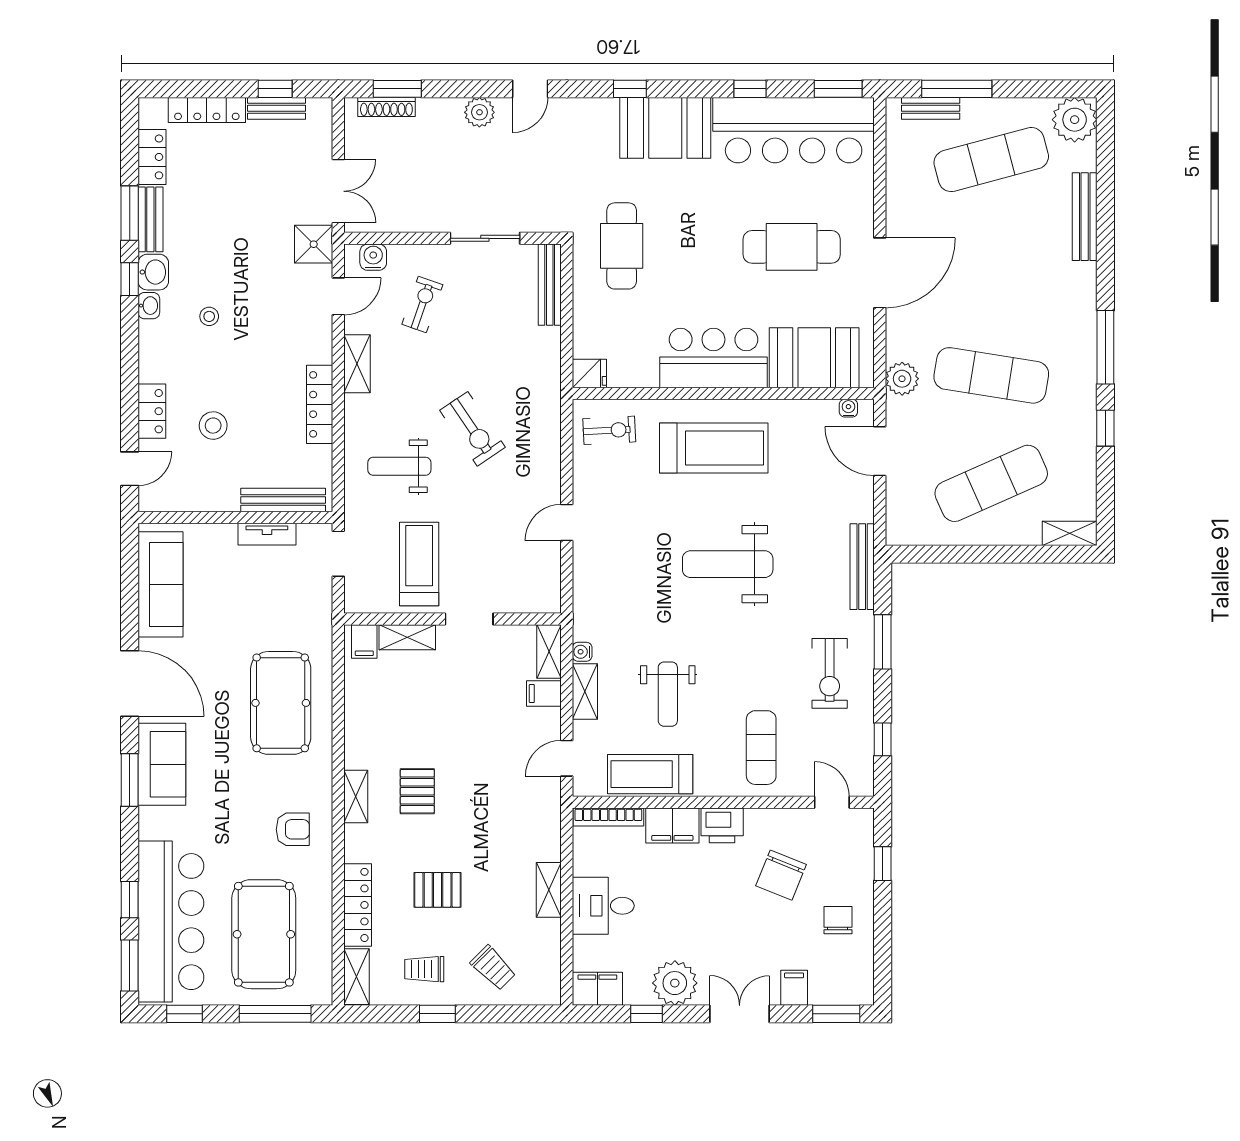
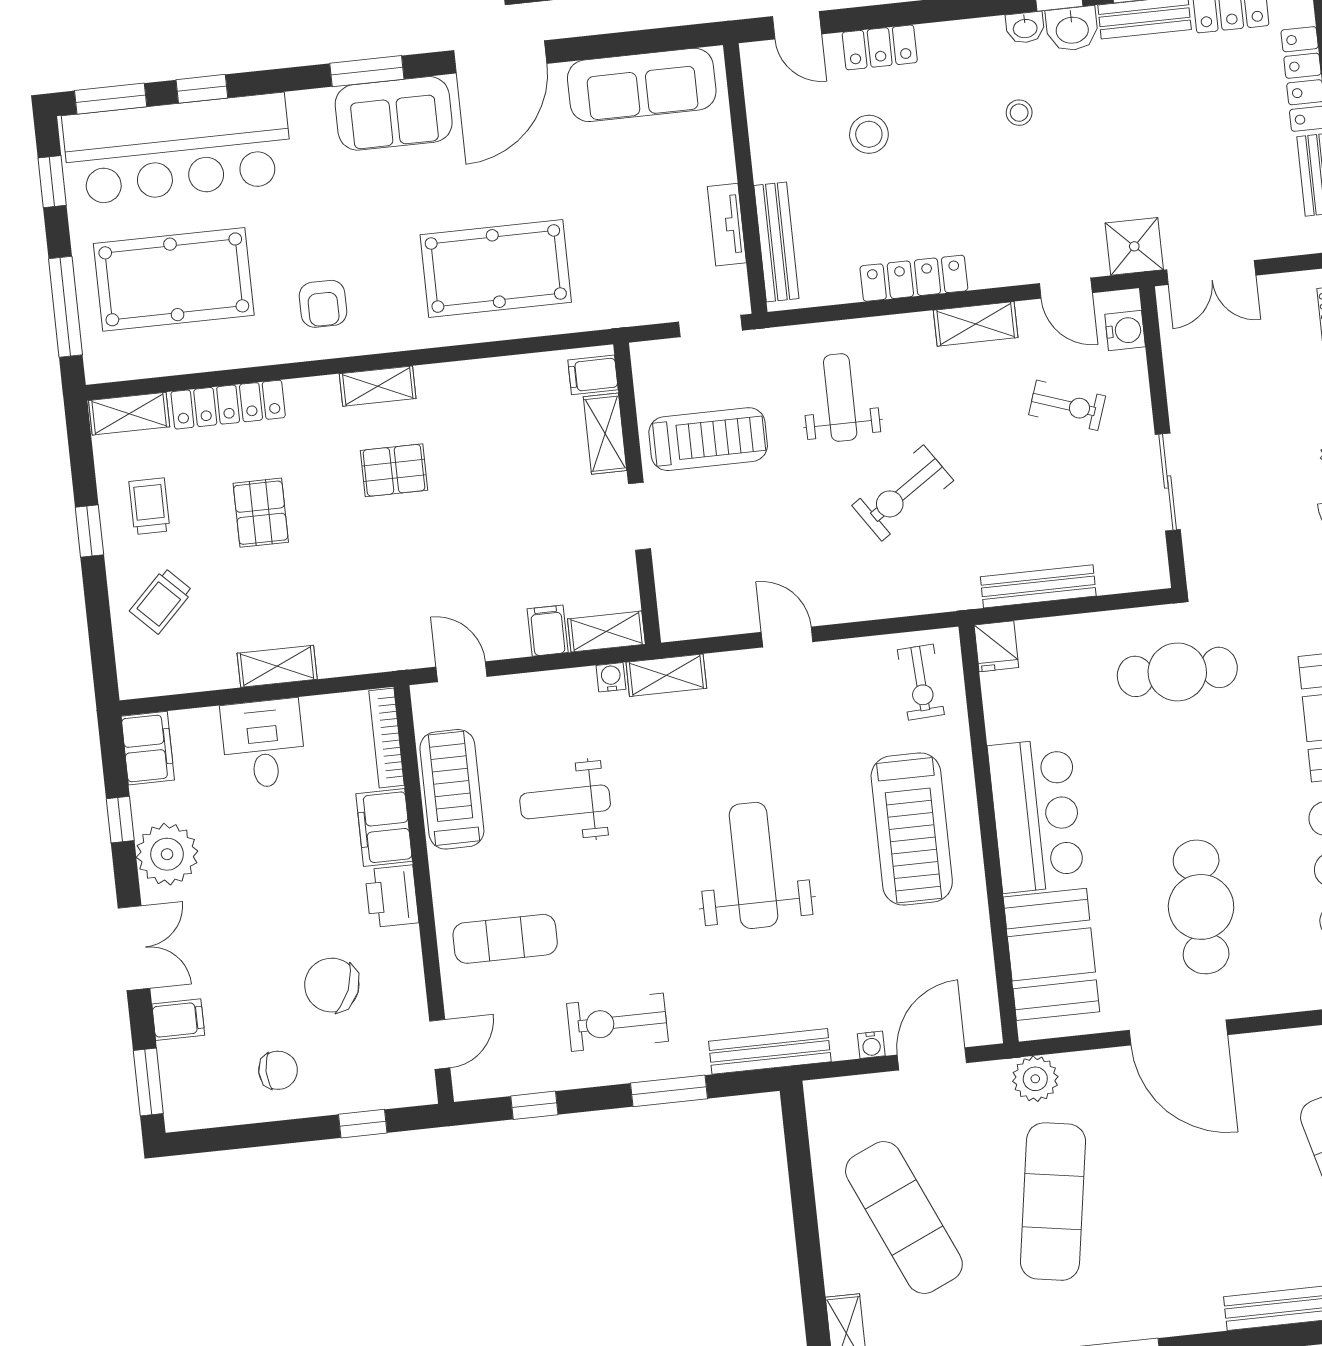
bench: (550, 285) -> (1038, 586), moved
water cooler: (848, 408) -> (871, 1045), moved, turned 90
shelving: (585, 692) -> (666, 675), moved

